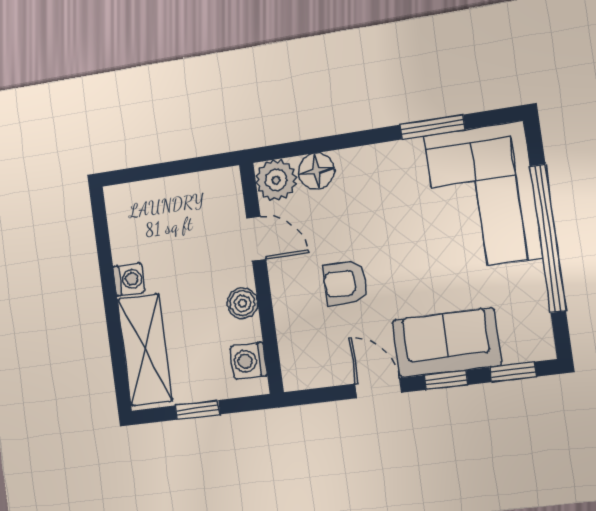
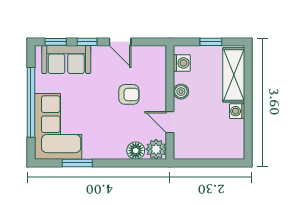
sofa: (447, 343) -> (66, 60), moved

